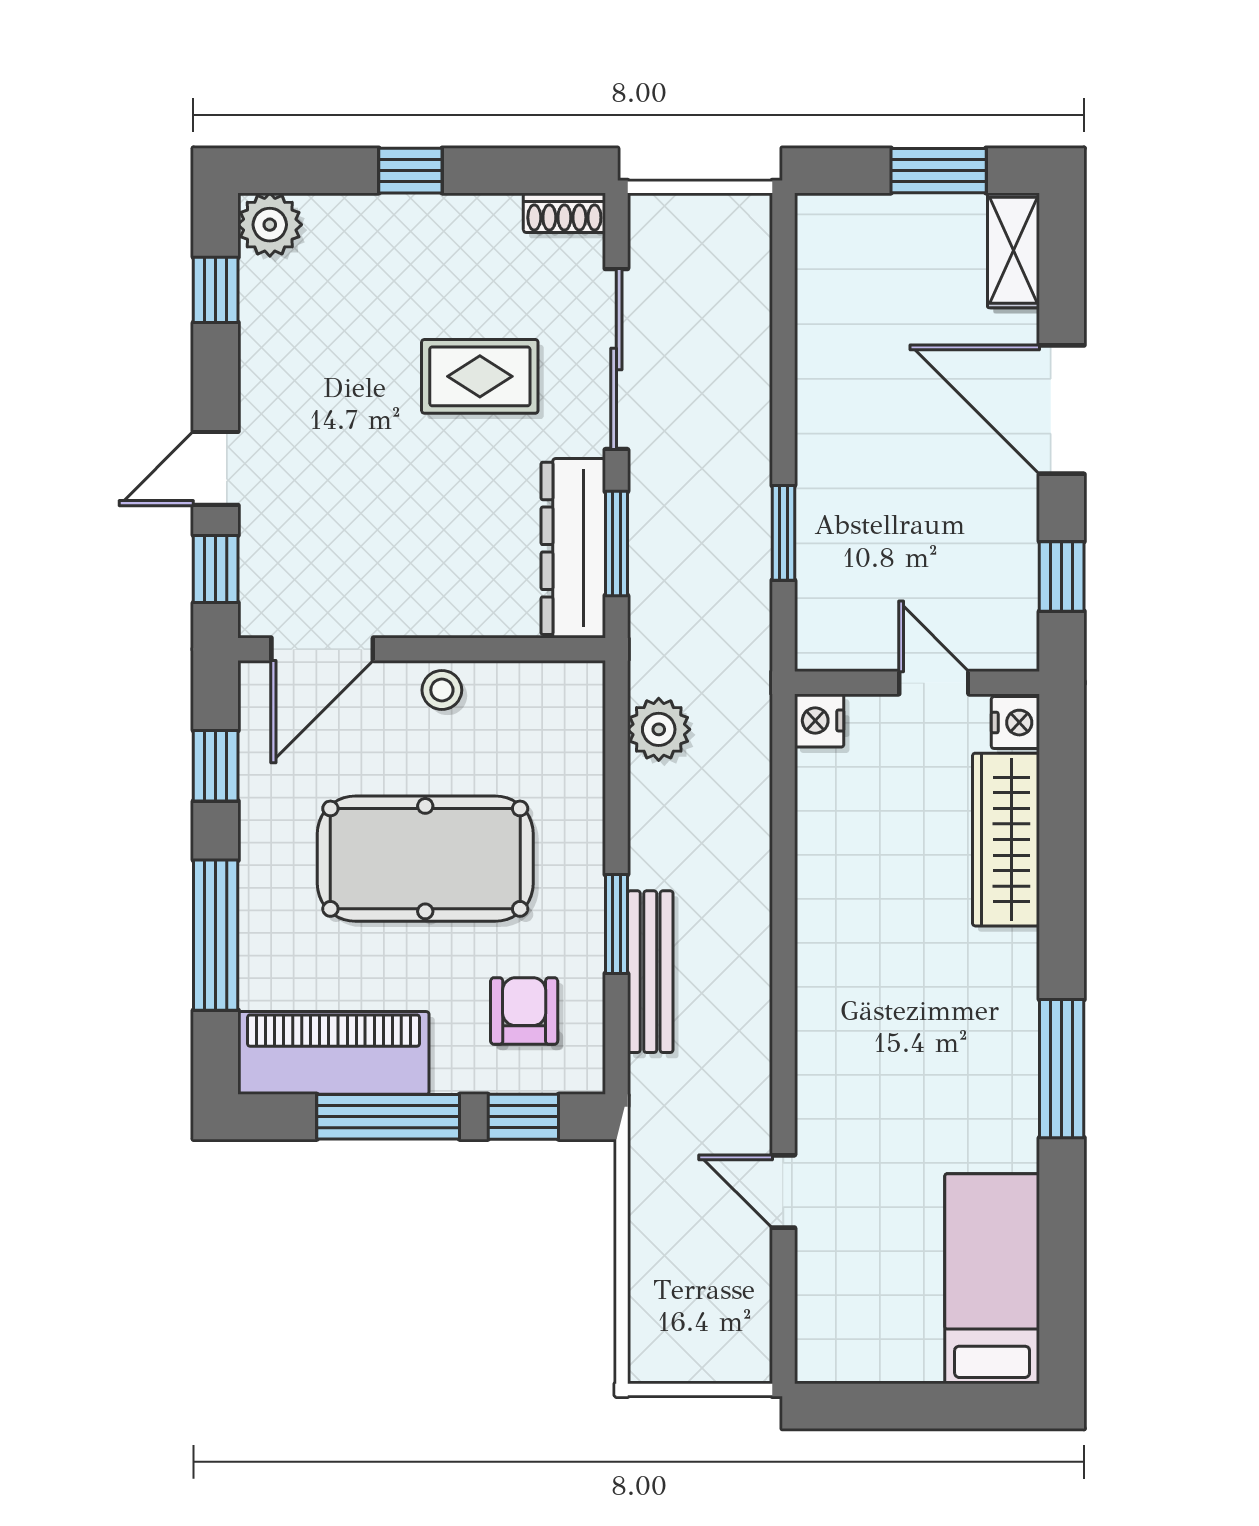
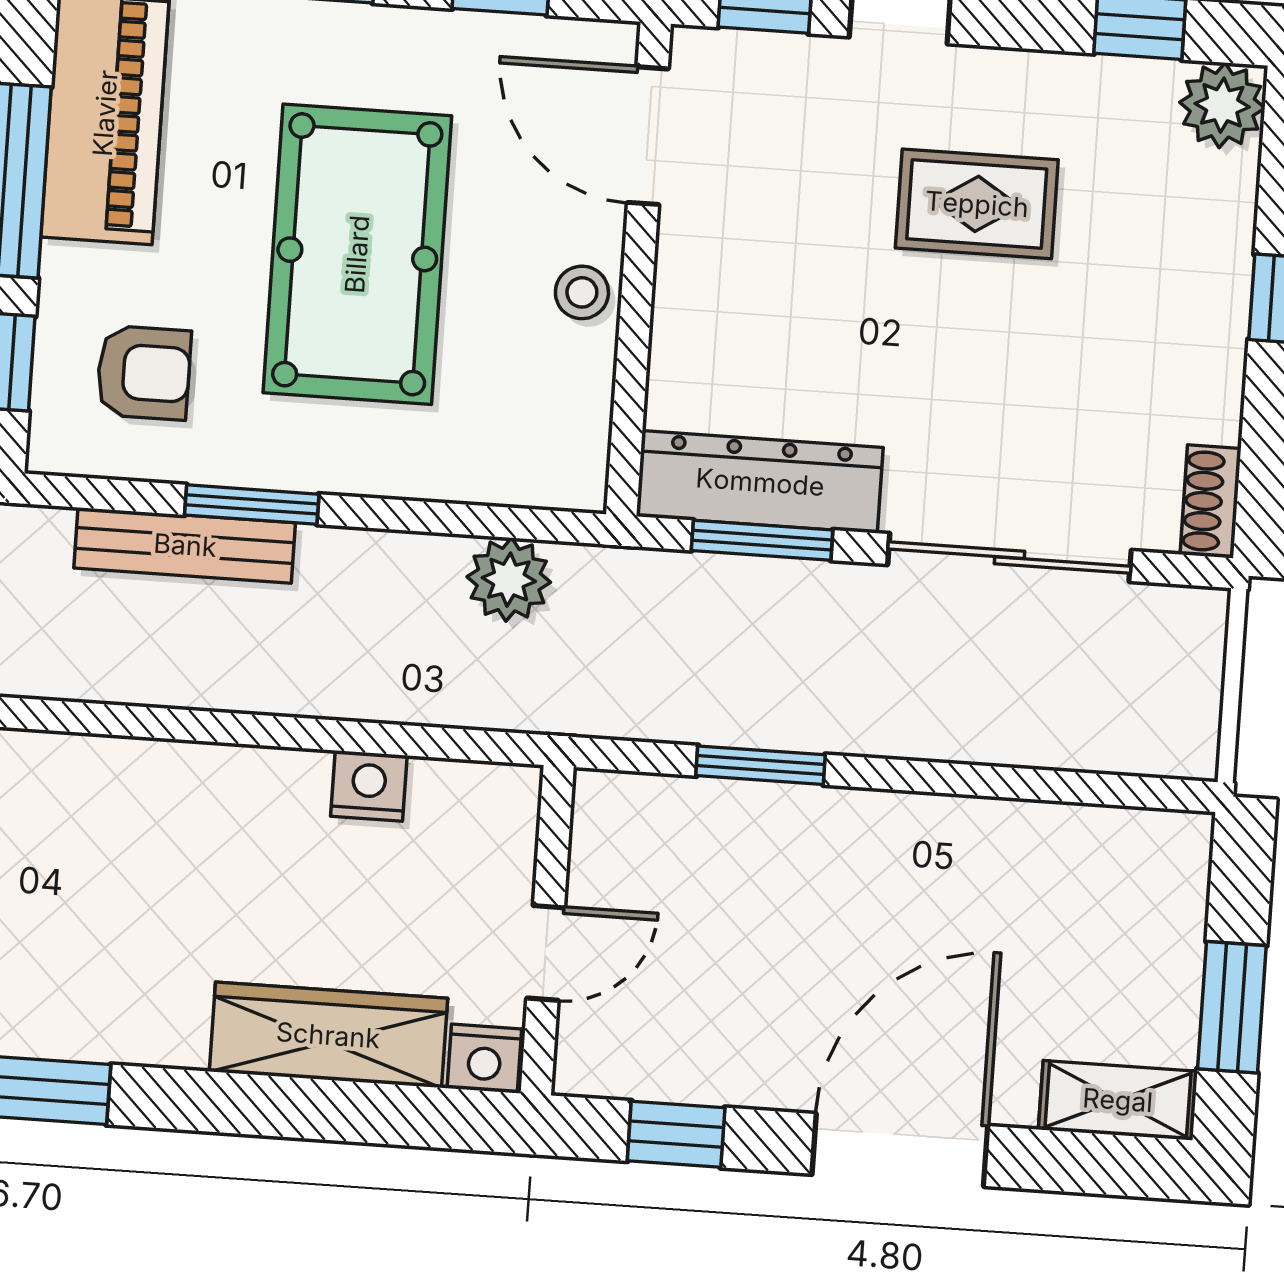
rug: (480, 376) -> (977, 204), moved, turned 90
nightstand: (819, 720) -> (369, 786), moved

